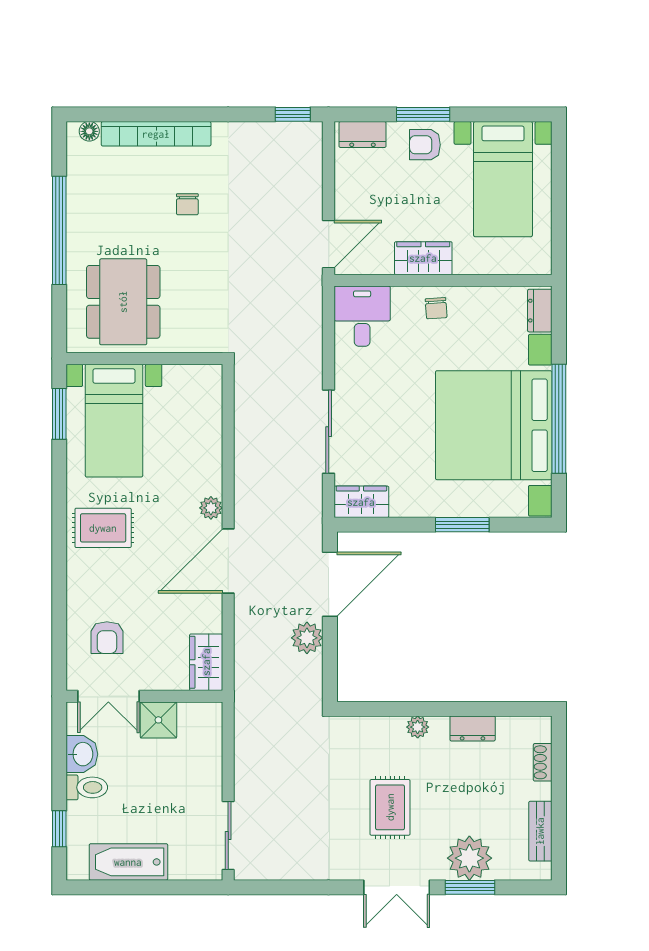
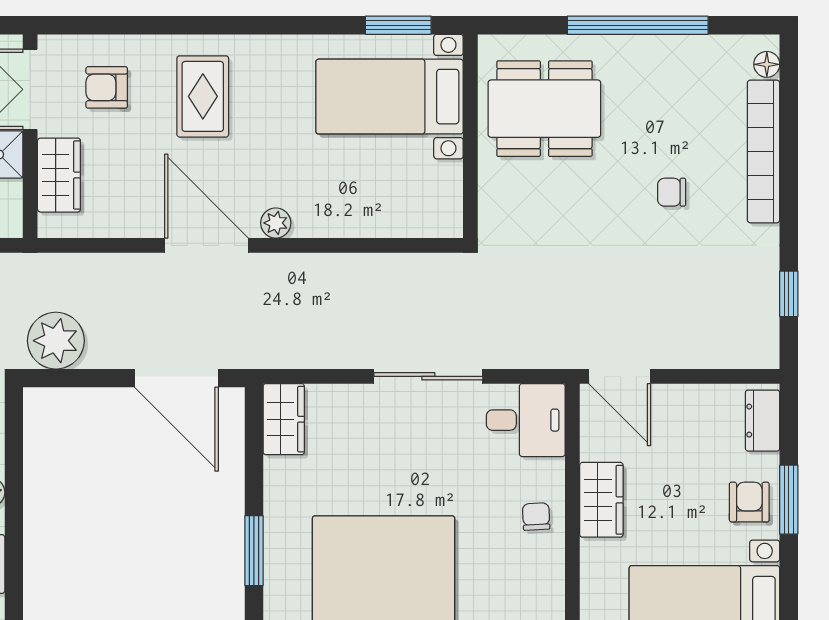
window: (293, 114) -> (789, 294), moved
chair: (436, 308) -> (536, 517), turned 91
sliding door: (329, 432) -> (428, 376), moved
rug: (103, 528) -> (203, 96), moved
plant: (307, 638) -> (56, 341), moved, width x1.36, depth x1.36
wardrobe: (206, 662) -> (59, 175), moved, turned 90

